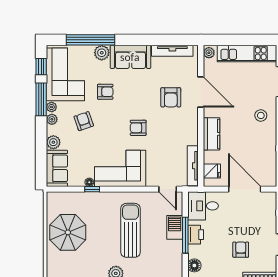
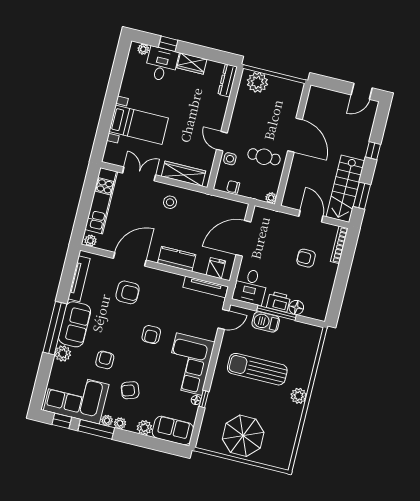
window: (90, 40) -> (55, 328), moved
floor lamp: (194, 265) -> (296, 307), moved

